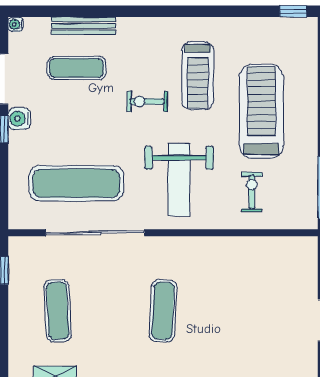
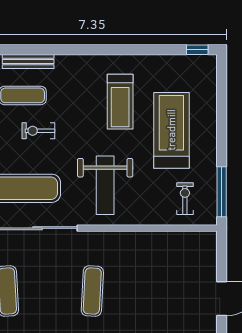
exercise bike: (147, 101) -> (38, 131), moved
exercise bike: (252, 192) -> (185, 199), moved

